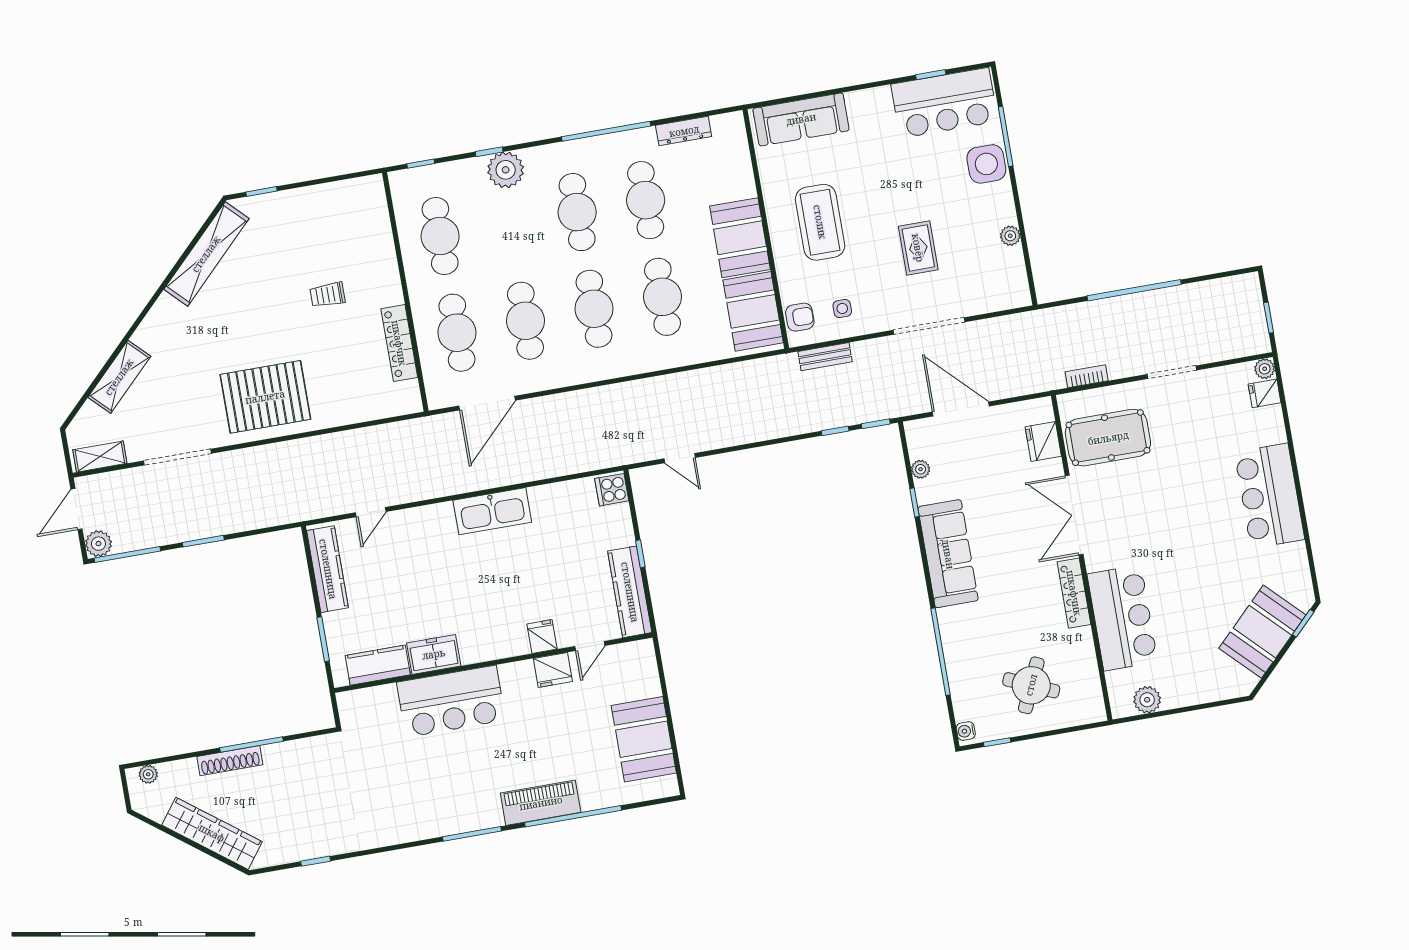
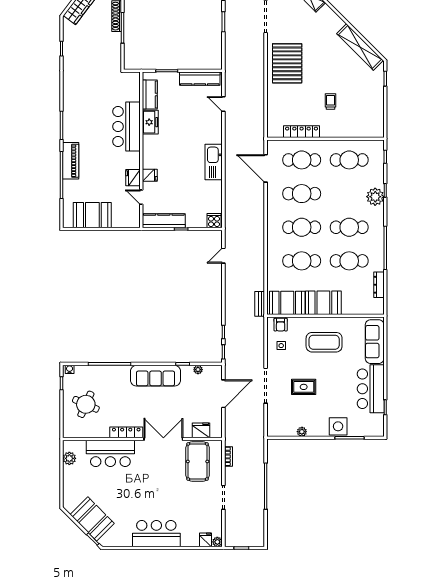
bar counter: (944, 103) -> (371, 389), moved
bench: (825, 357) -> (260, 304), moved

